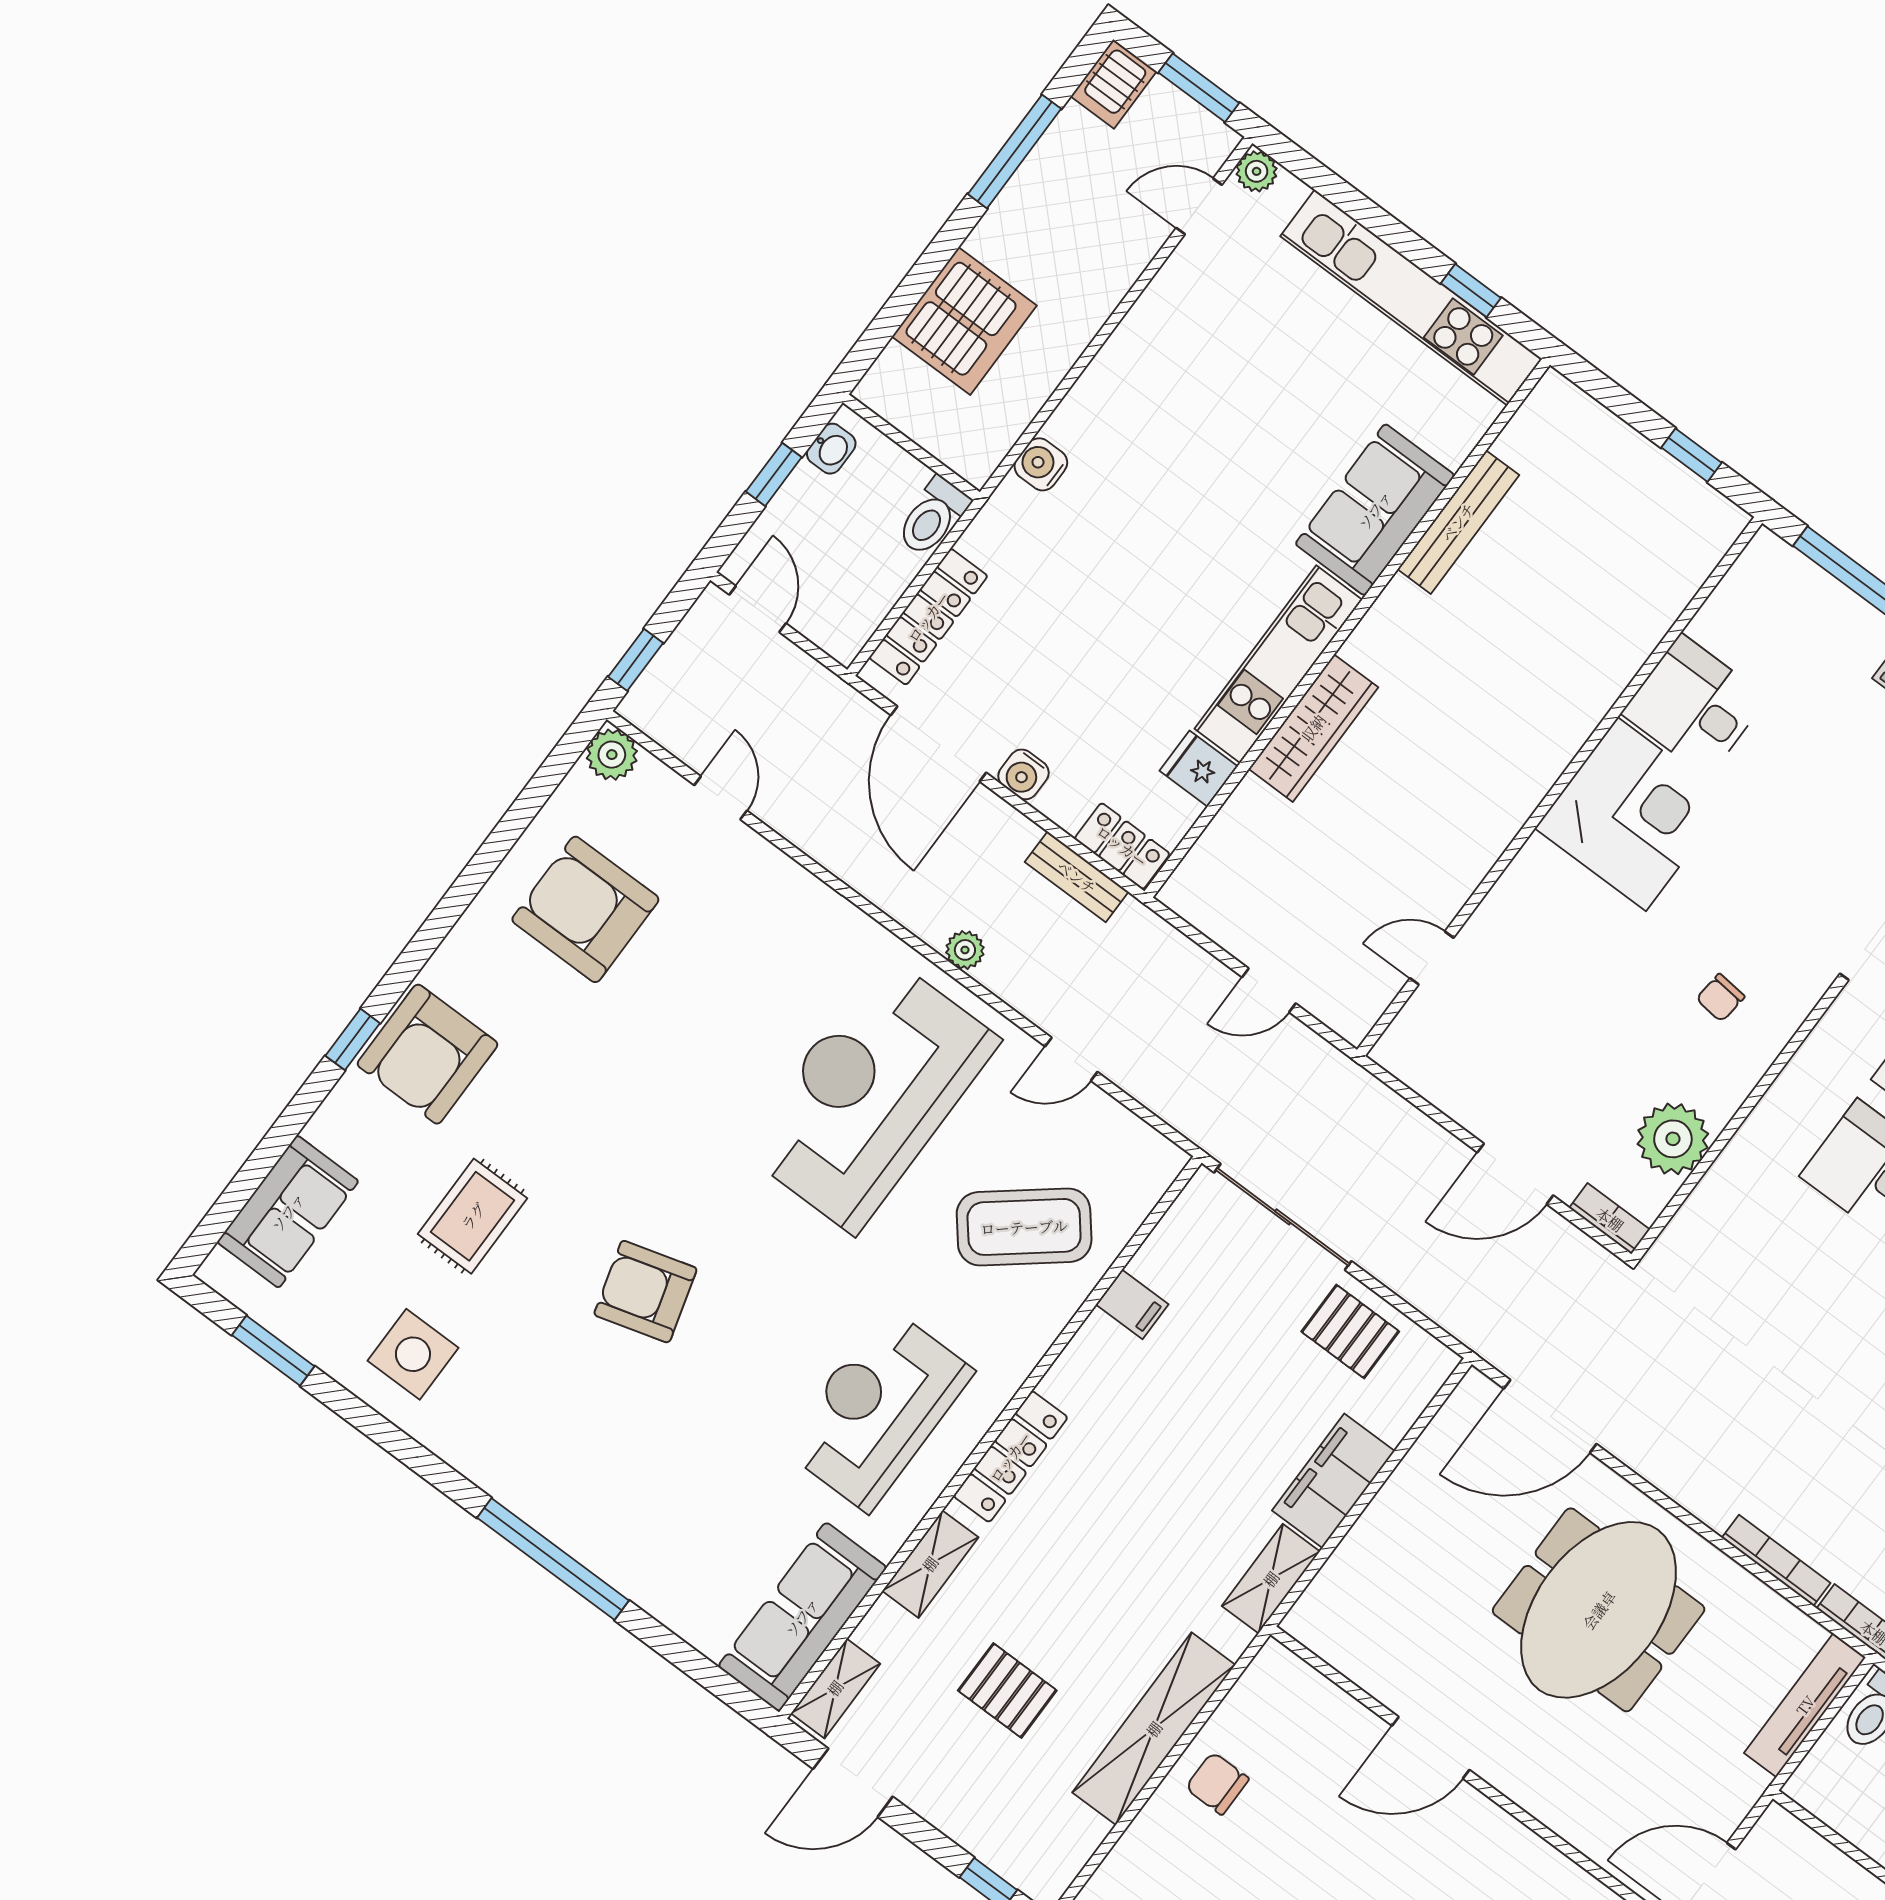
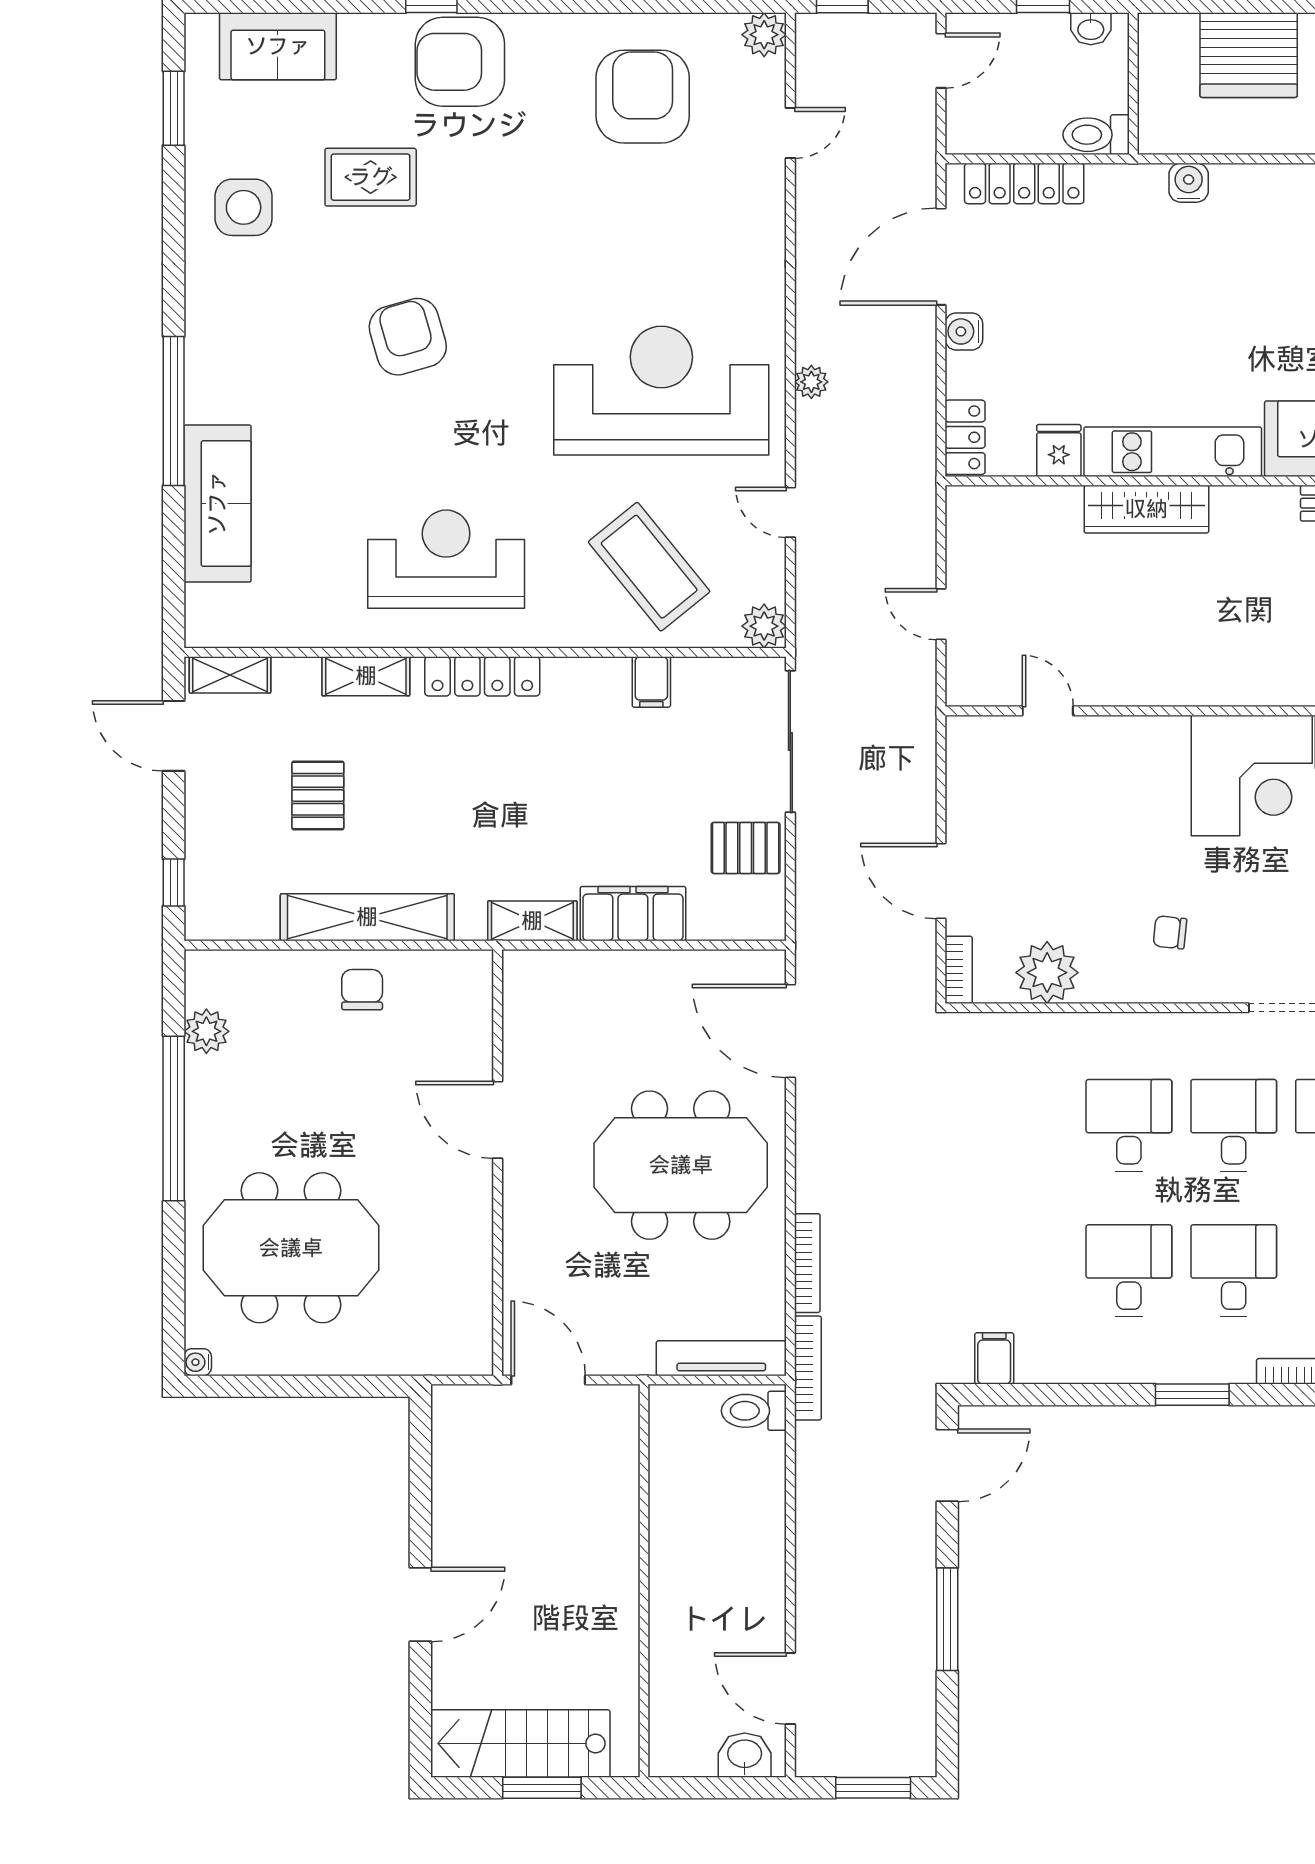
bench: (1077, 877) -> (920, 422), removed
plant: (1158, 1162) -> (764, 626), added
pallet: (1350, 1331) -> (746, 848), turned 90
sofa: (802, 1617) -> (217, 503), moved, turned 90

